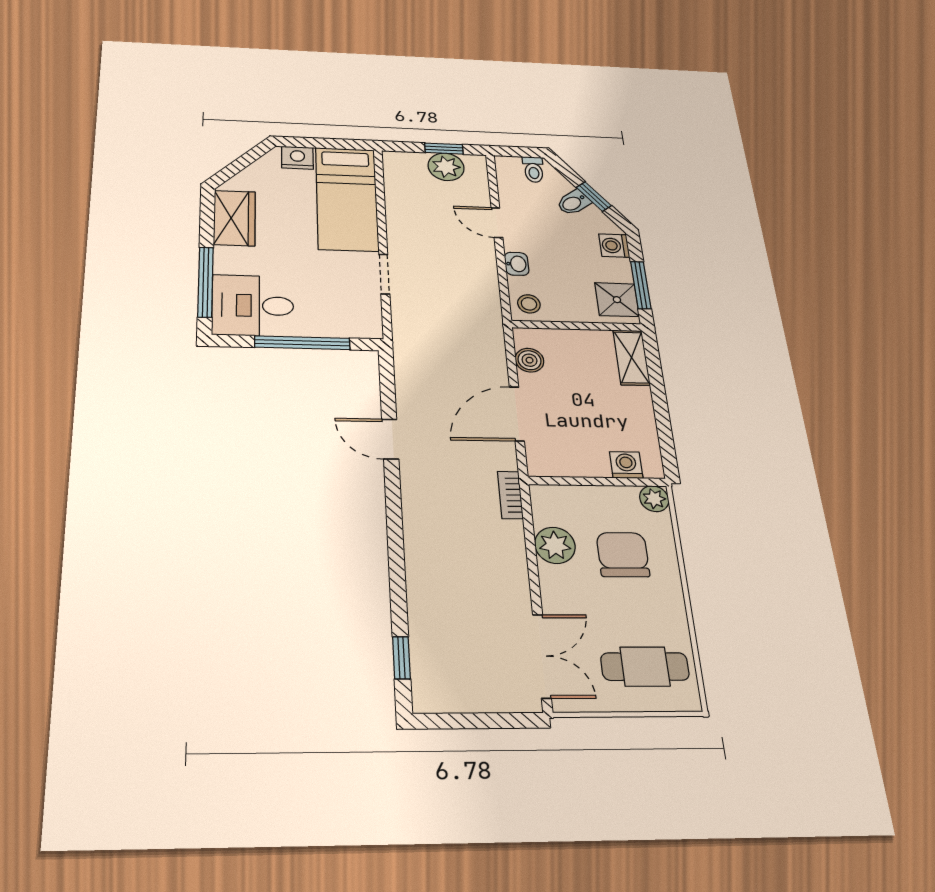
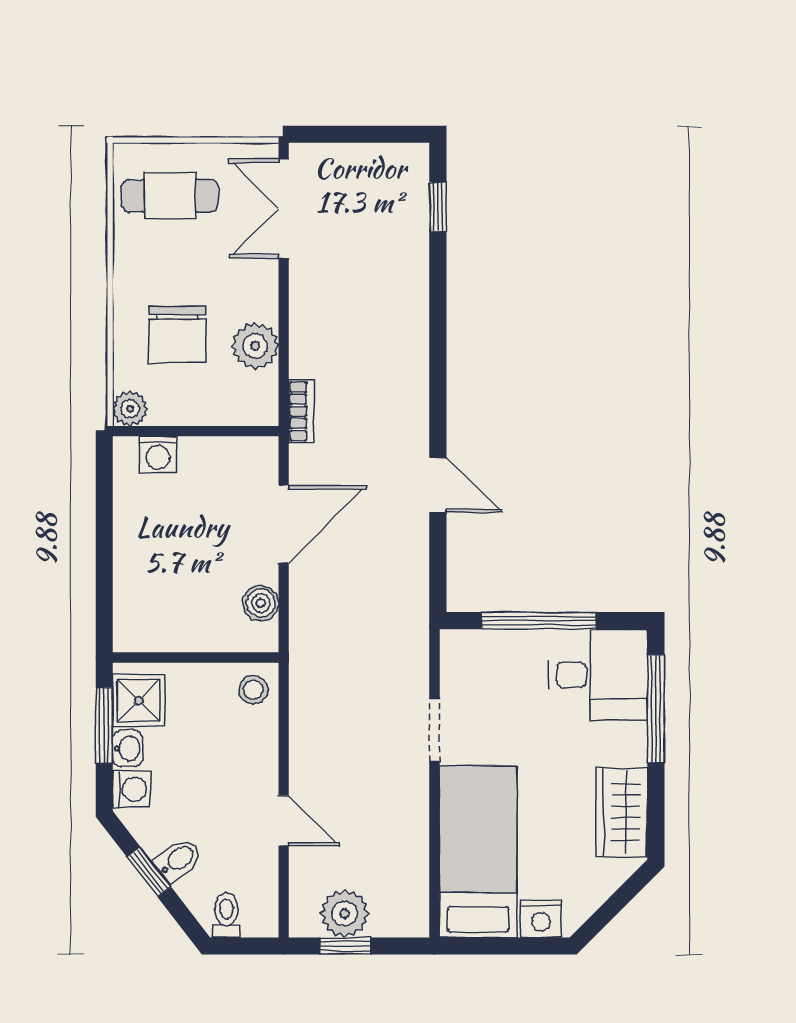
washbasin: (517, 264) -> (128, 749), moved, turned 180
shelving: (631, 357) -> (131, 611), removed

